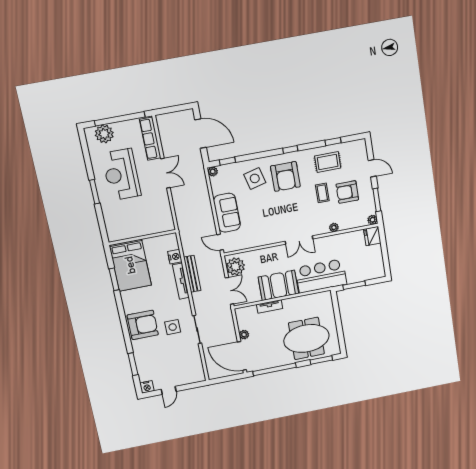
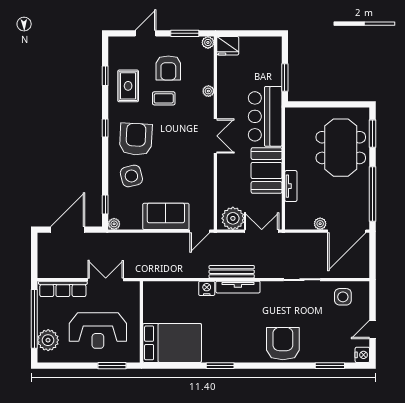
armchair: (285, 176) -> (136, 139), turned -87
wall: (142, 237) -> (141, 322), moved
bed: (130, 265) -> (172, 343), moved
side table: (173, 327) -> (343, 297), moved
door: (169, 390) -> (373, 329), swing flipped

